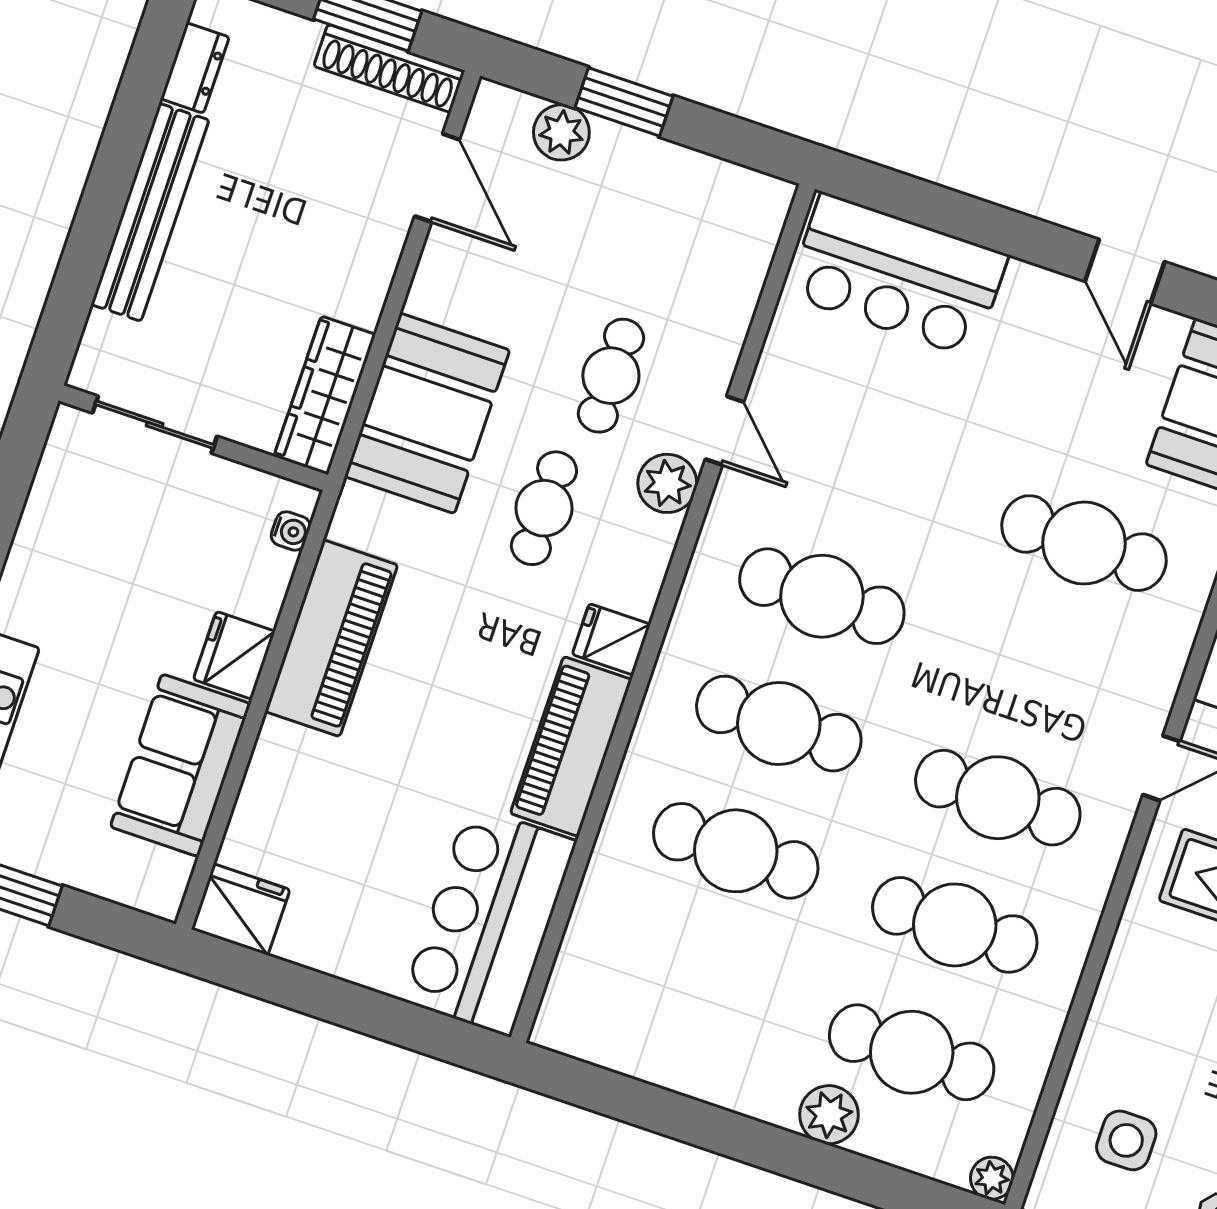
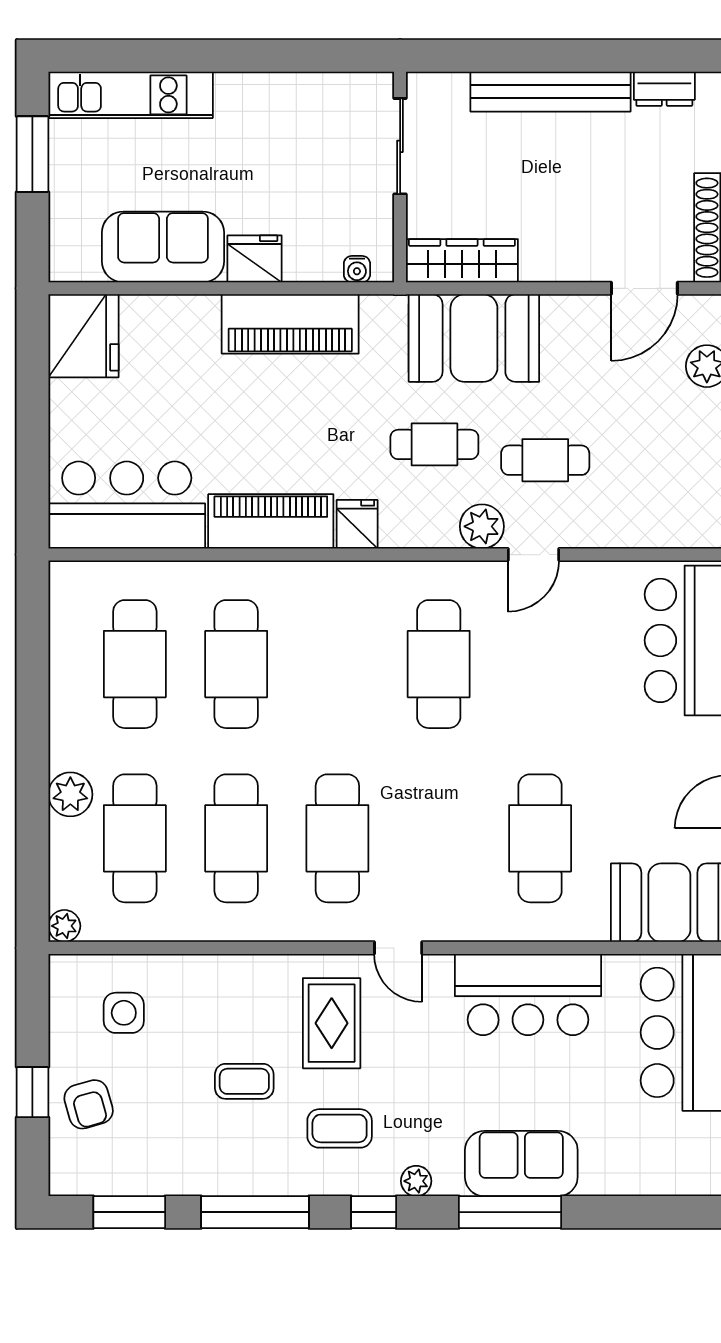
cafe table: (779, 724) -> (135, 664), moved
fridge: (240, 909) -> (83, 336), width x1.36, depth x1.34

